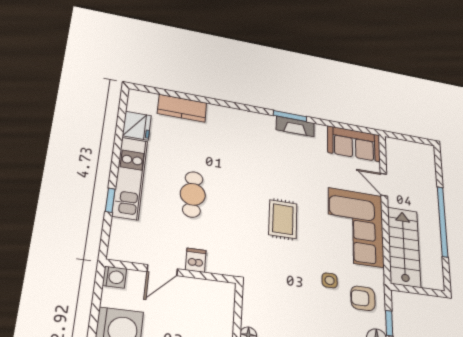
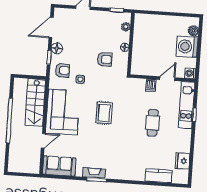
kitchen unit: (130, 178) -> (187, 105), moved
door: (384, 185) -> (43, 141), hinge flipped
armchair: (287, 314) -> (105, 59), added

